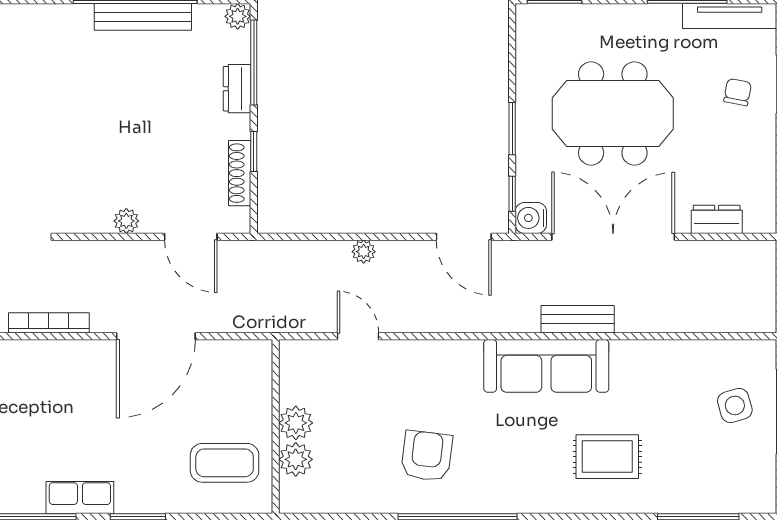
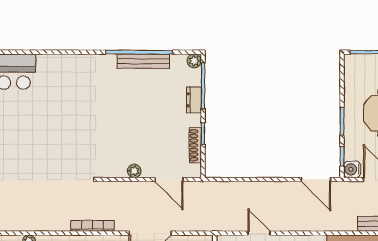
plant: (364, 252) -> (262, 187), removed

